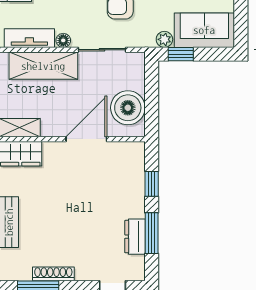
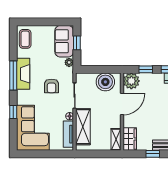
window: (181, 54) -> (77, 43), moved
door: (86, 139) -> (122, 104), swing flipped
plant: (130, 157) -> (131, 81), added

